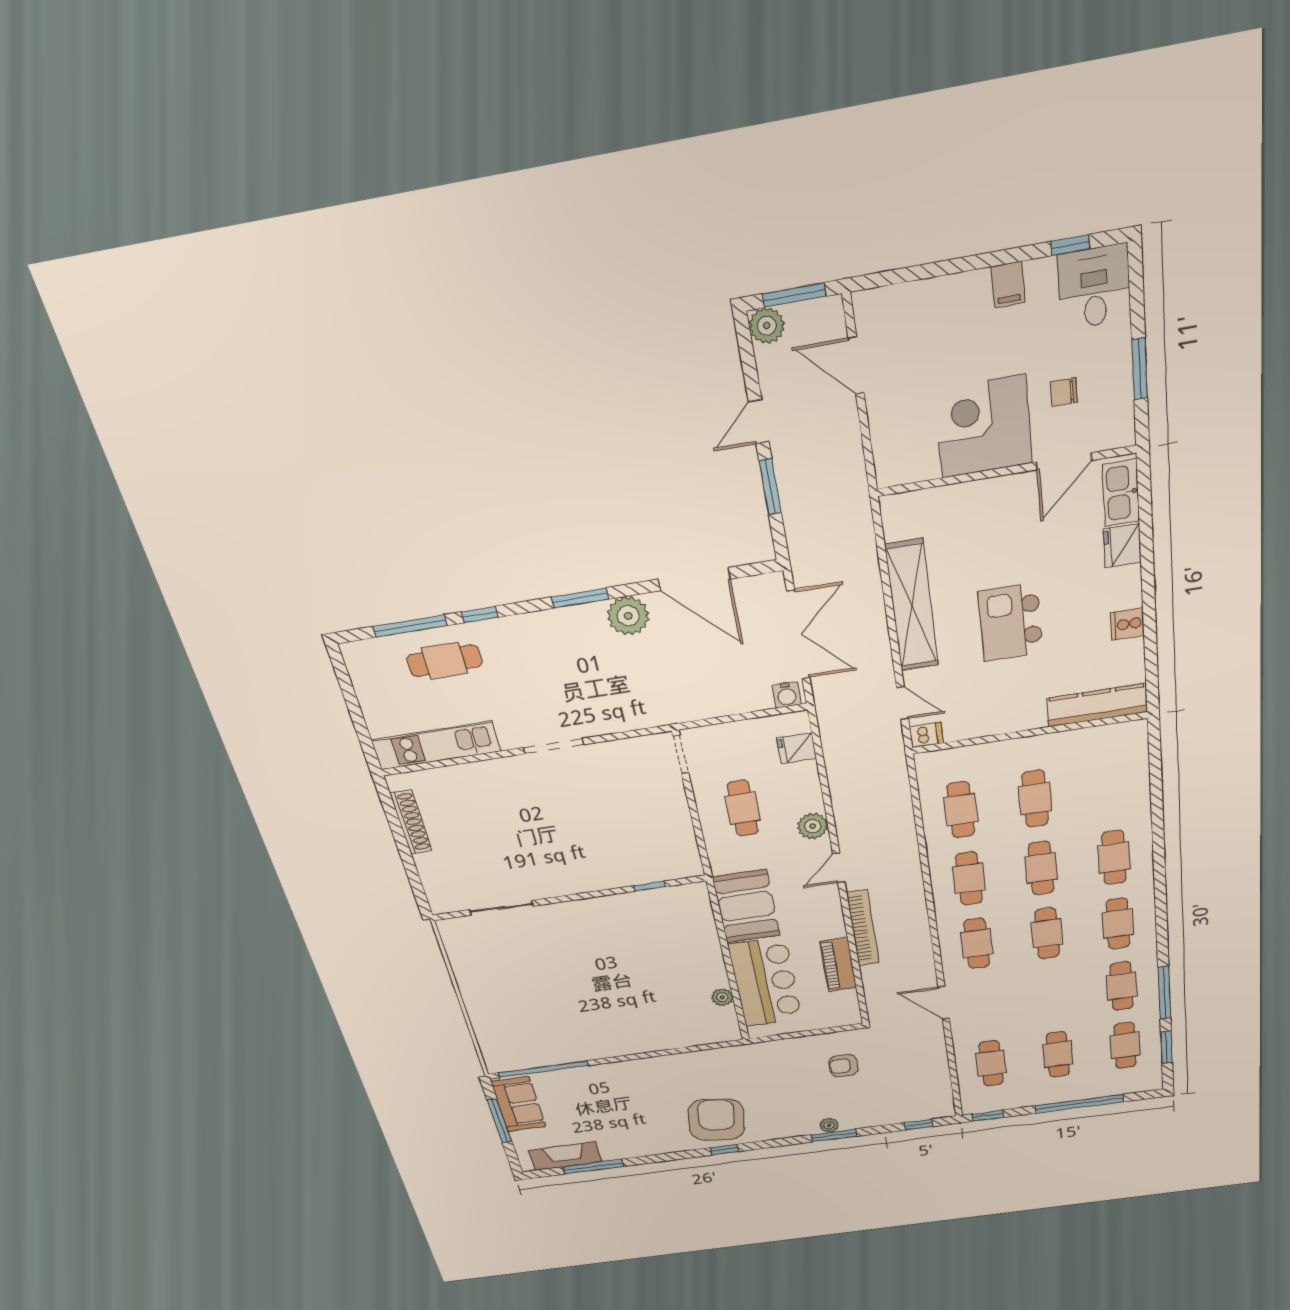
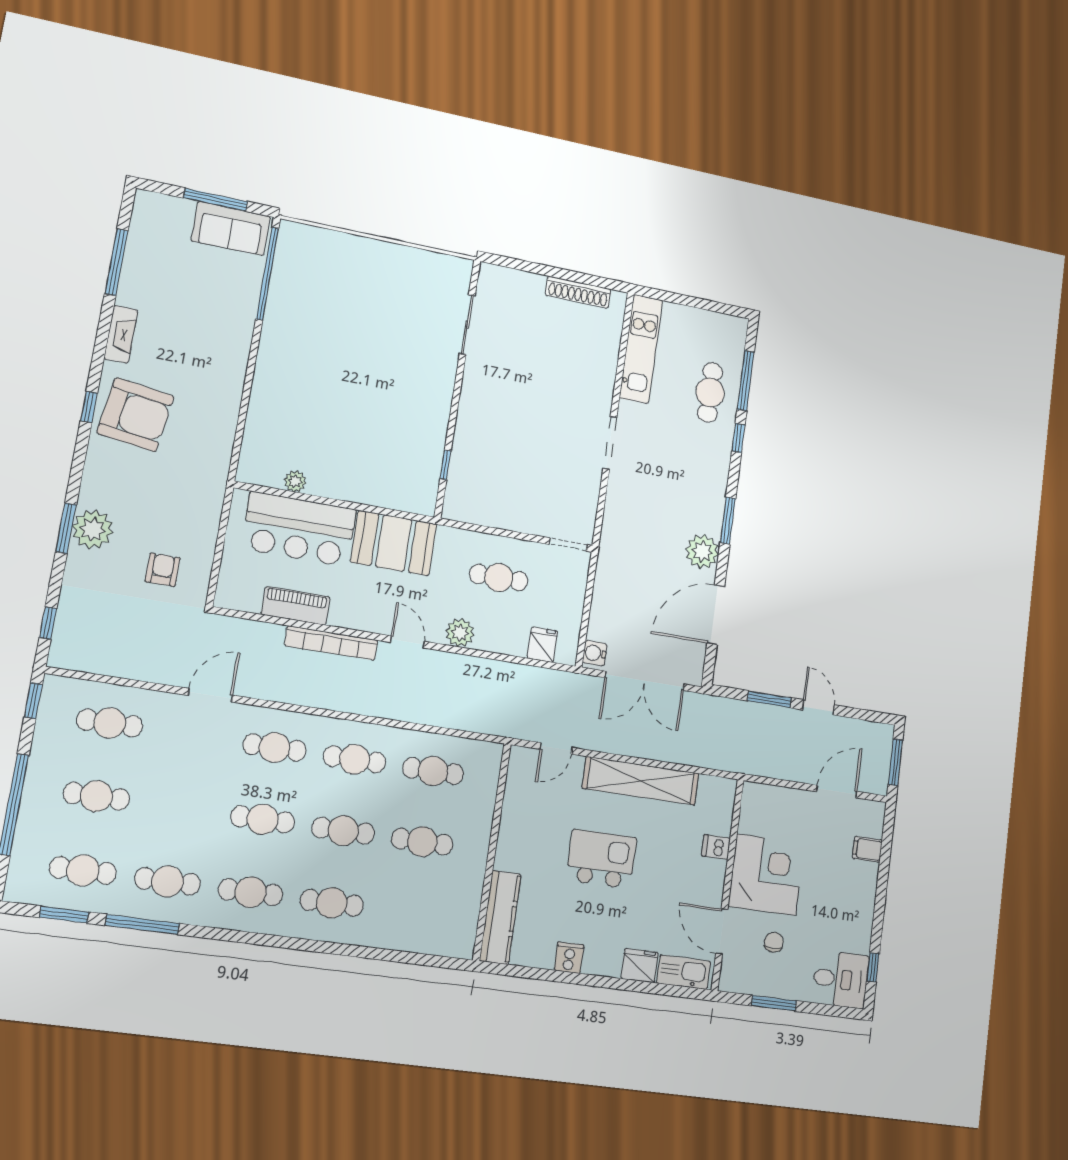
filing cabinet: (1008, 285) -> (867, 849), moved
plant: (767, 326) -> (881, 736), removed
dishwasher: (926, 735) -> (716, 847), moved, turned 90
plant: (829, 1125) -> (93, 529), width x1.88, depth x1.88
fireplace: (565, 1156) -> (121, 334), moved, width x0.73, depth x0.76

